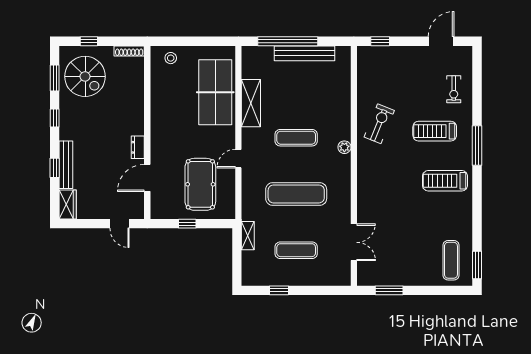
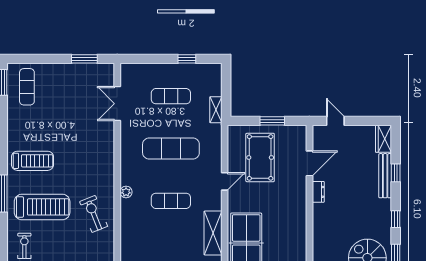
exercise bike: (379, 124) -> (94, 214), turned 136
treadmill: (435, 131) -> (42, 207), width x1.37, depth x1.38
window: (187, 224) -> (272, 121), width x1.50

